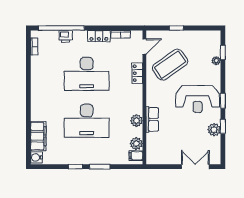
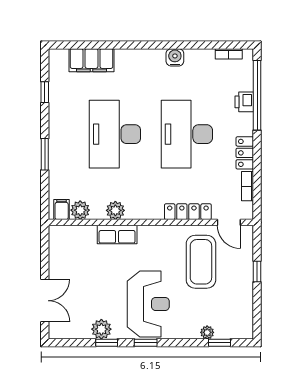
coffee table: (170, 65) -> (201, 262), turned 35
locker: (137, 73) -> (188, 212), width x1.53
reception desk: (198, 99) -> (148, 304), turned 180
water cooler: (36, 157) -> (175, 57), moved
window: (75, 167) -> (45, 92), moved

